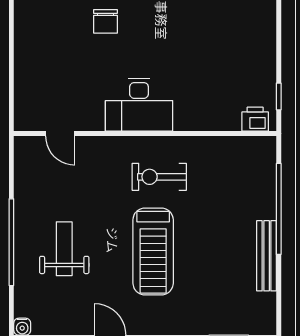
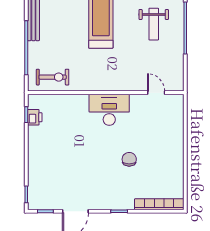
printer: (255, 119) -> (35, 117), moved, turned -90
exercise bike: (159, 177) -> (53, 77), moved

